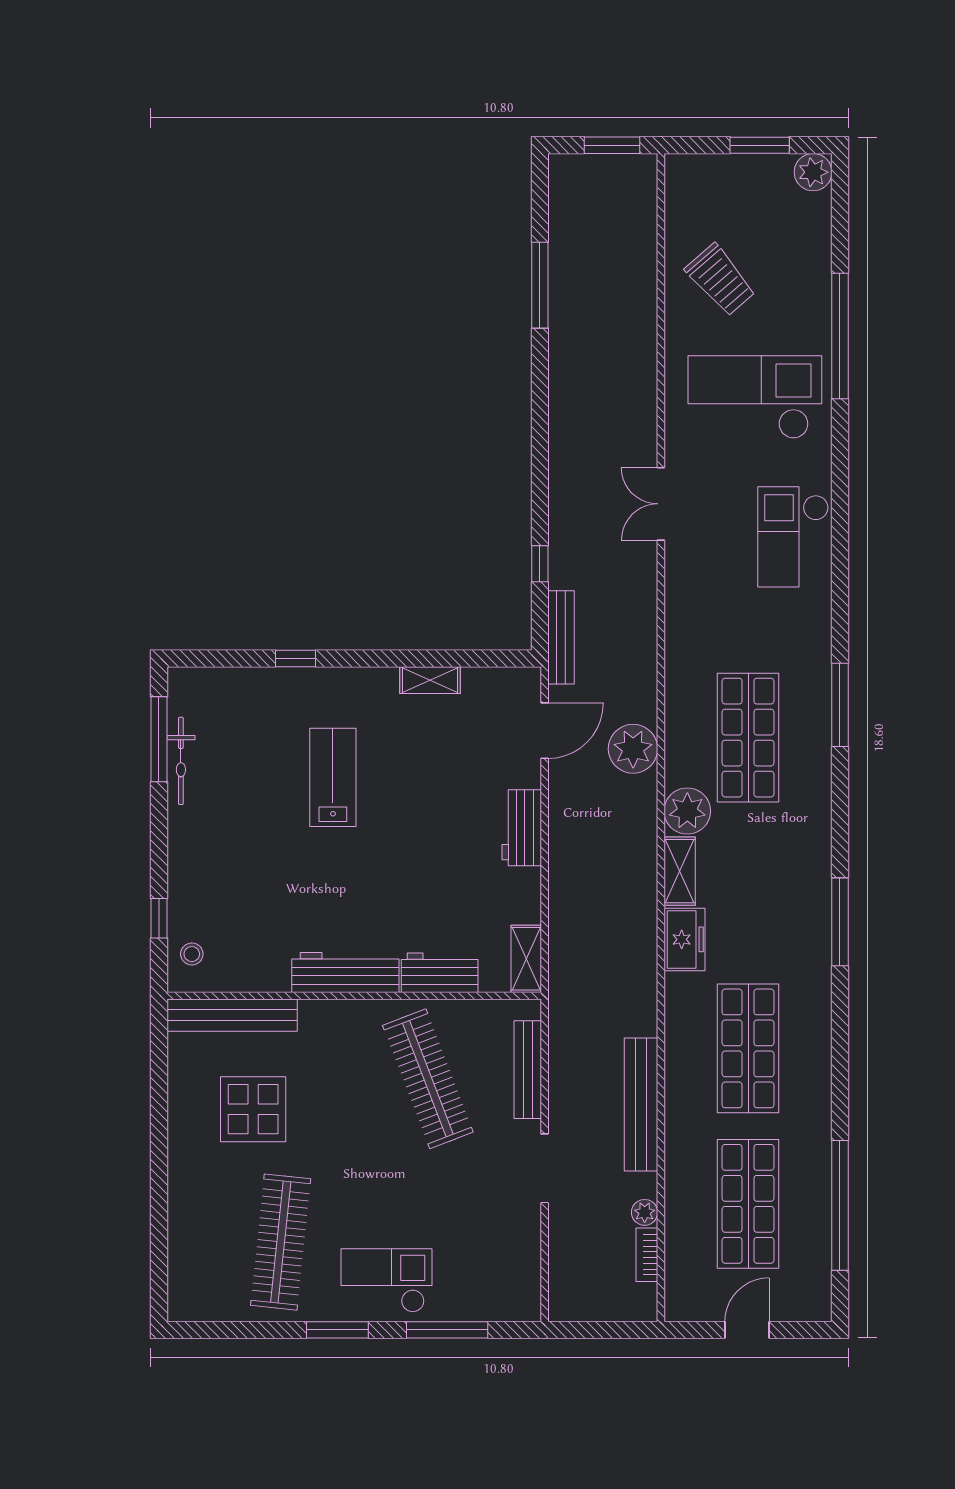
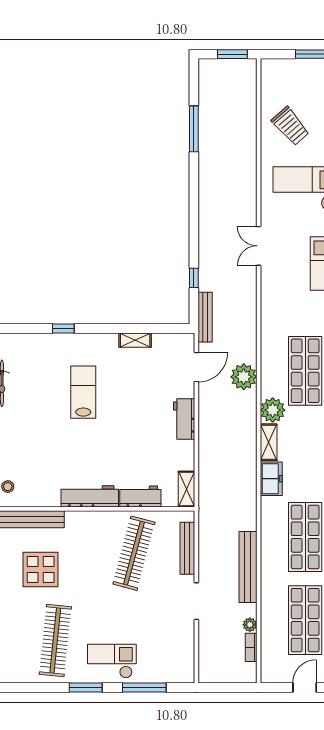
clothes rail: (428, 1079) -> (134, 553), turned 36

